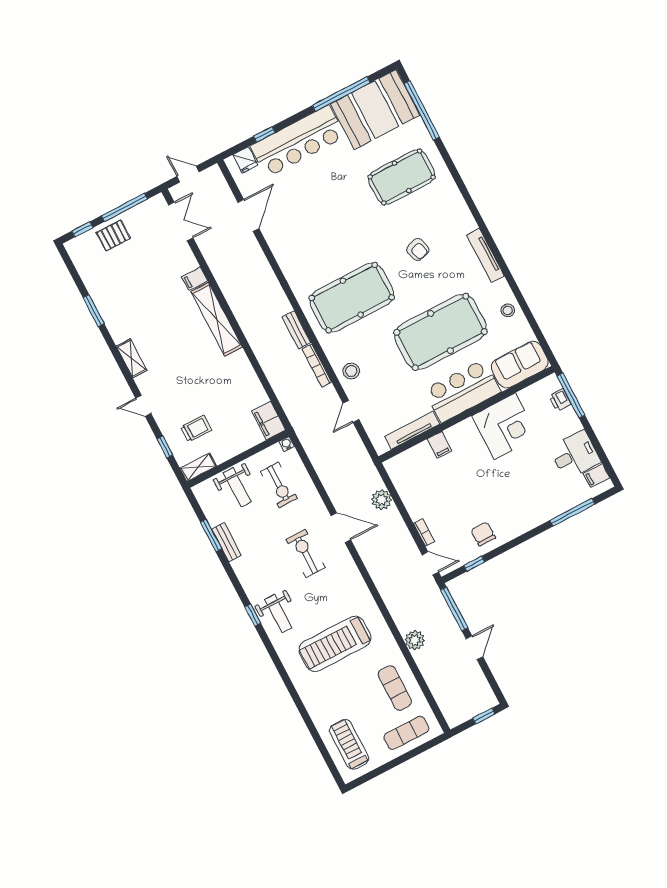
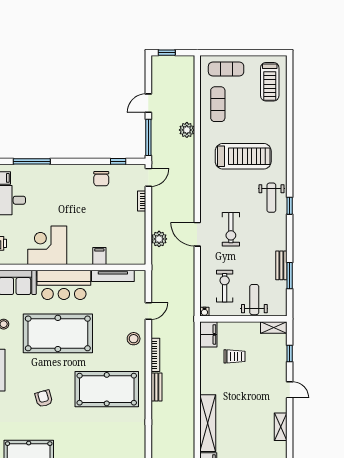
trolley: (196, 429) -> (234, 356), moved, turned 180
door: (430, 563) -> (148, 177), swing flipped
weight bench: (278, 613) -> (271, 198), turned 180

